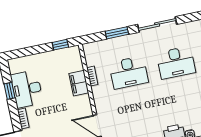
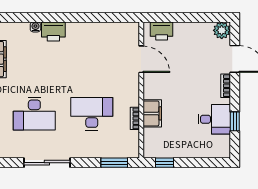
window: (117, 33) -> (114, 163), moved
desk: (176, 63) -> (34, 114), turned 180
desk: (27, 89) -> (214, 119), width x0.73

